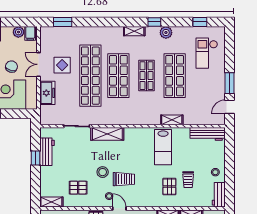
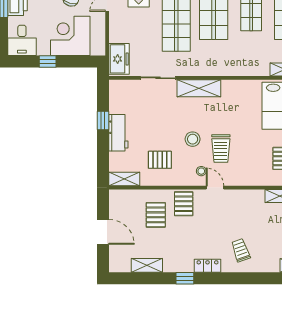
freezer: (47, 93) -> (119, 59), moved
workbench: (47, 152) -> (118, 133), moved
trolley: (124, 179) -> (221, 149), turned 90

